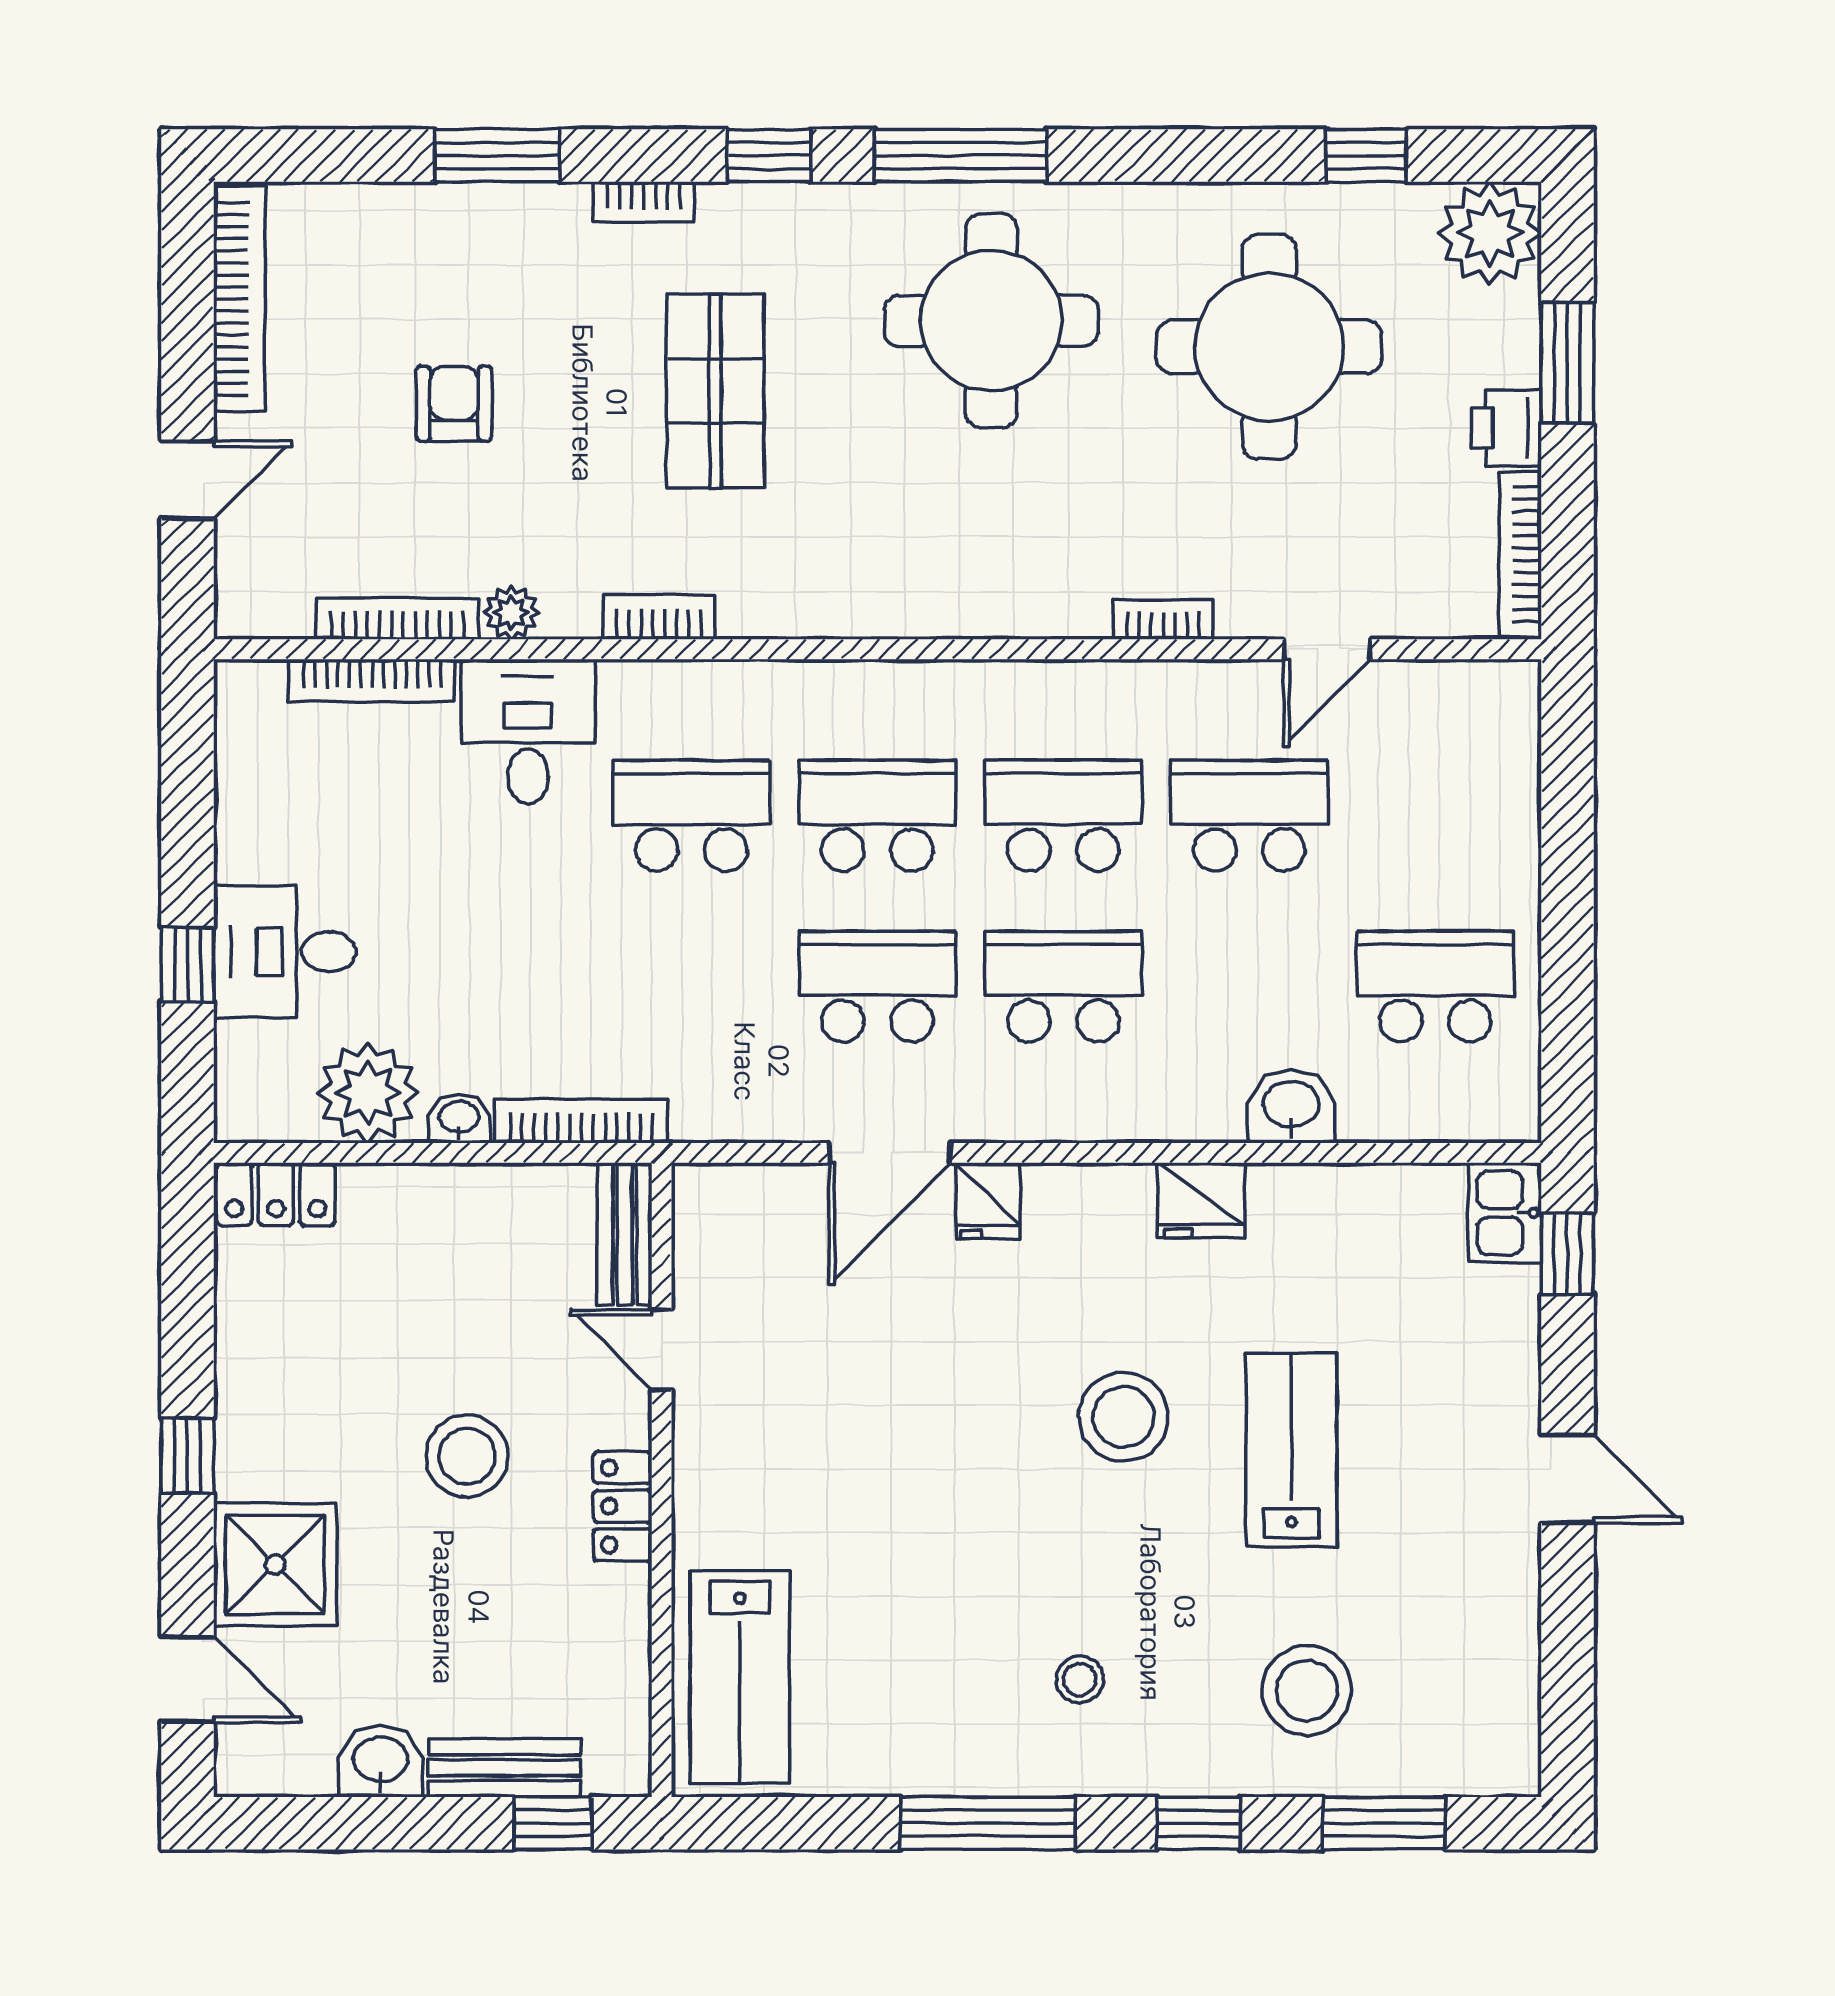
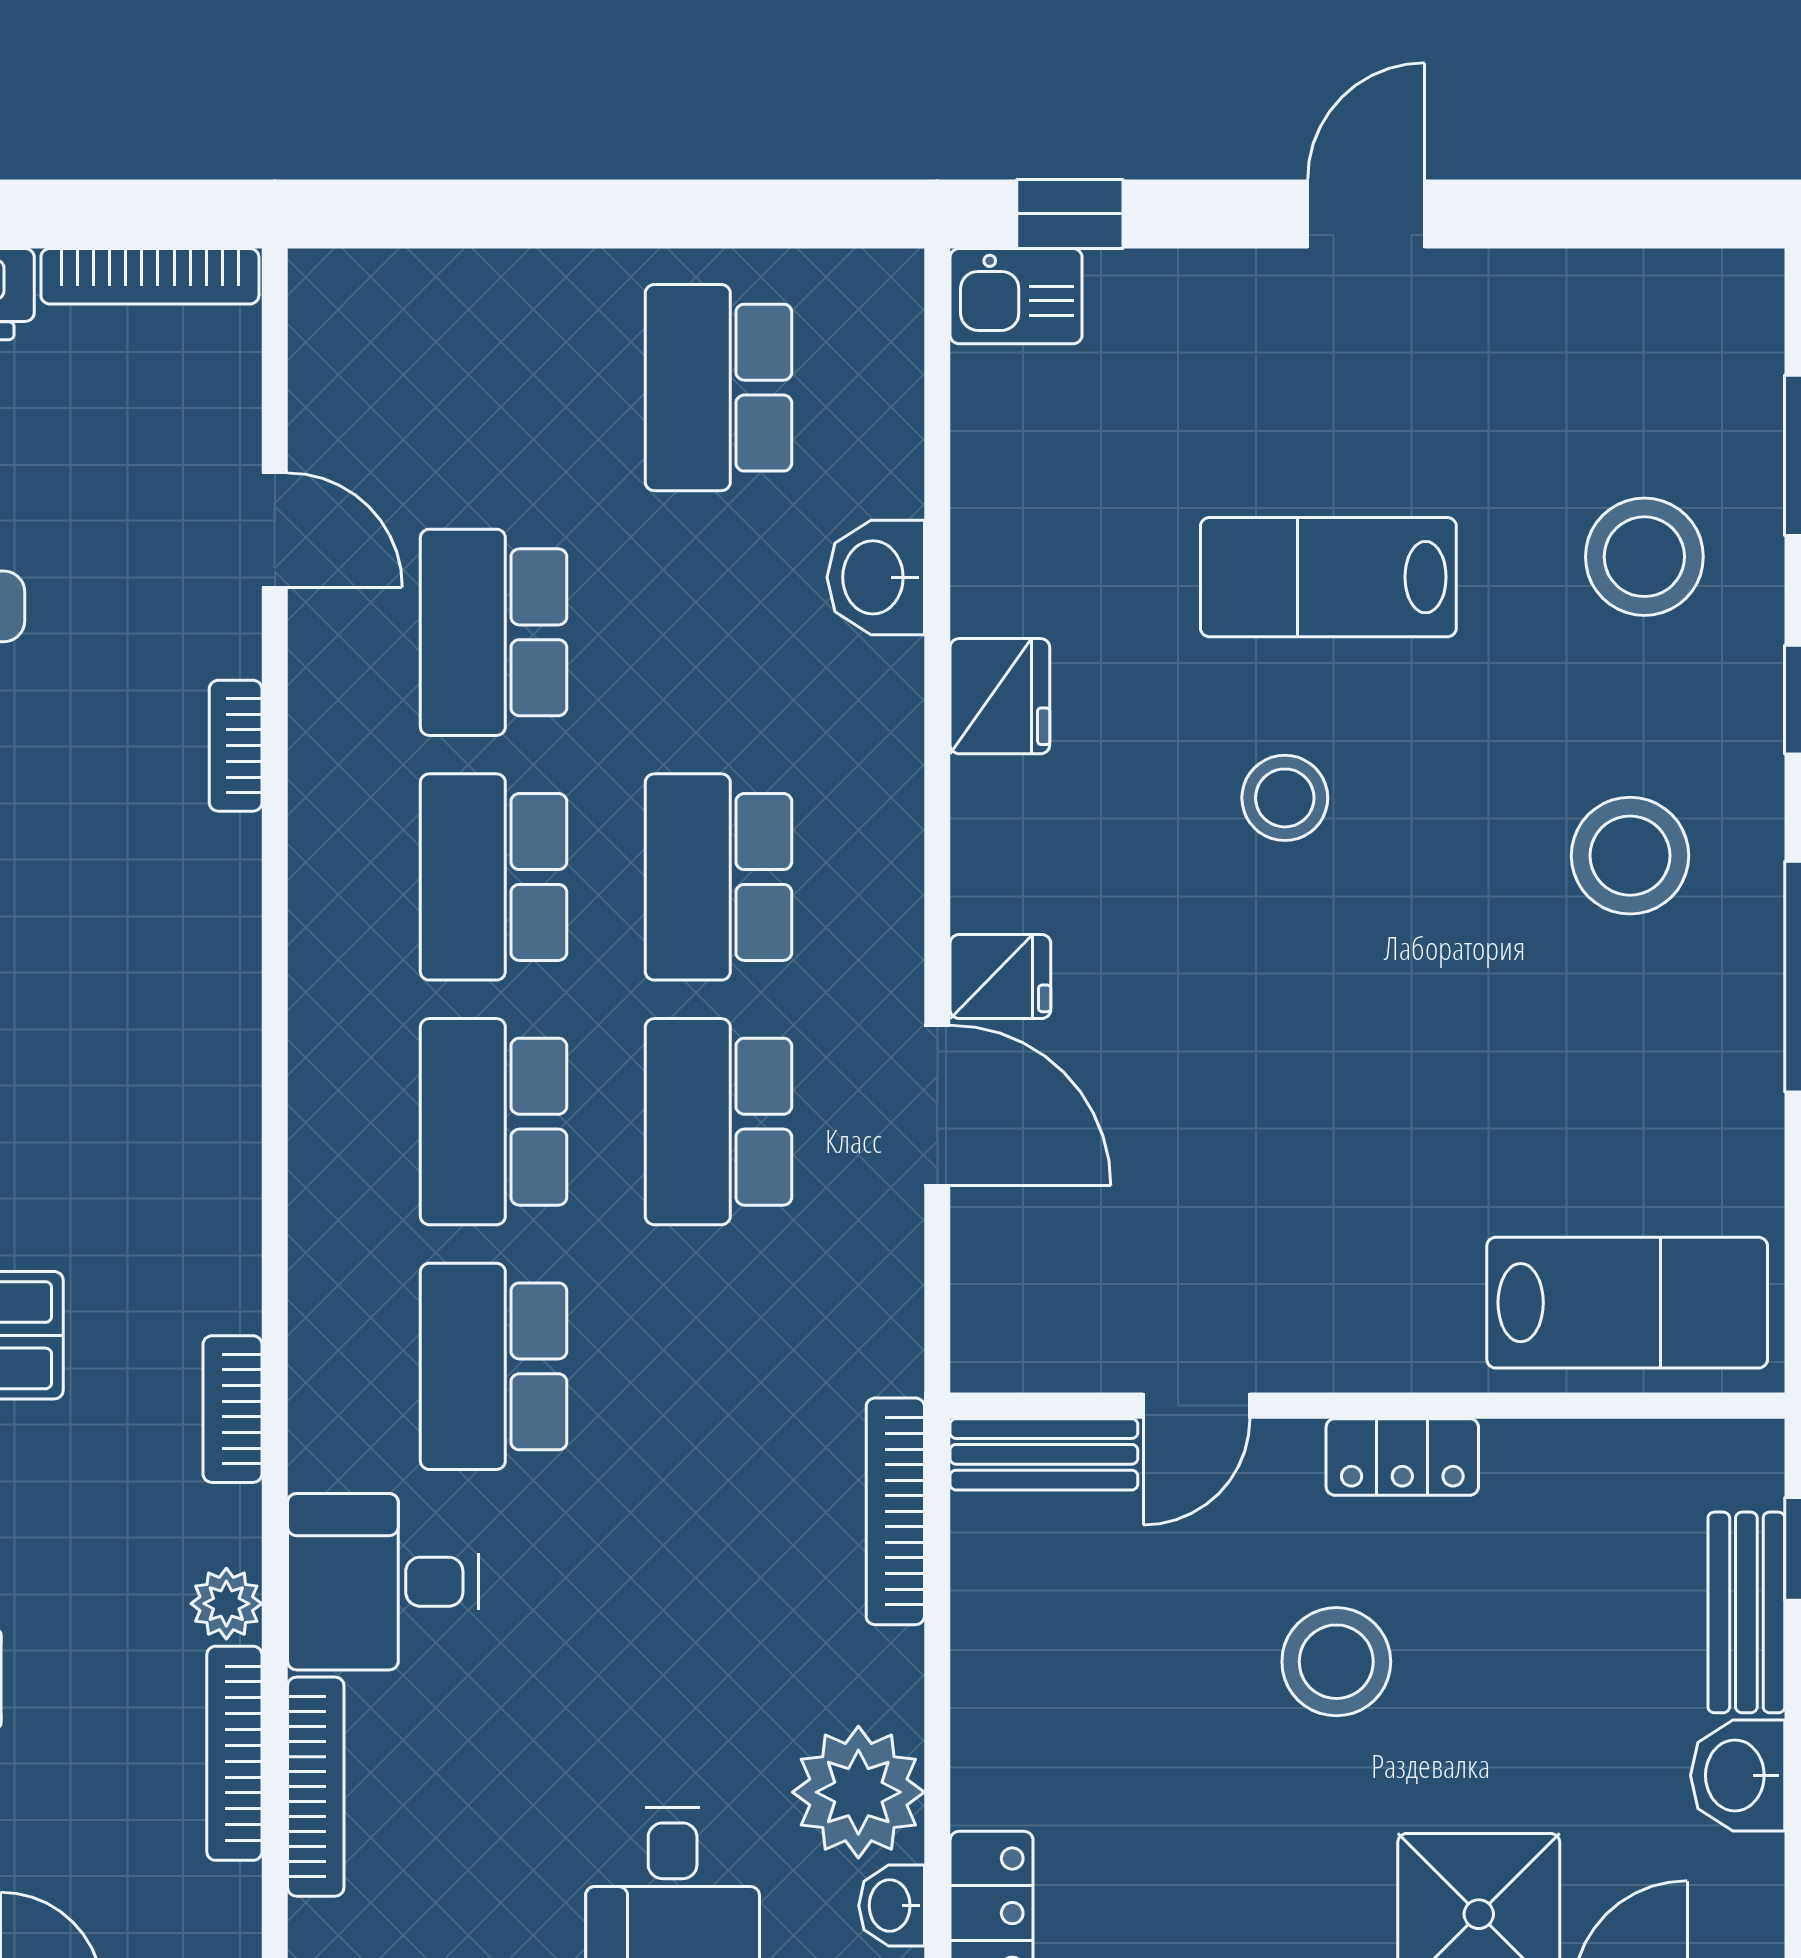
washbasin: (459, 1118) -> (892, 1906), moved
stool: (1124, 1417) -> (1285, 798), width x0.73, depth x0.73
stool: (1080, 1679) -> (1630, 856), width x1.89, depth x1.89

